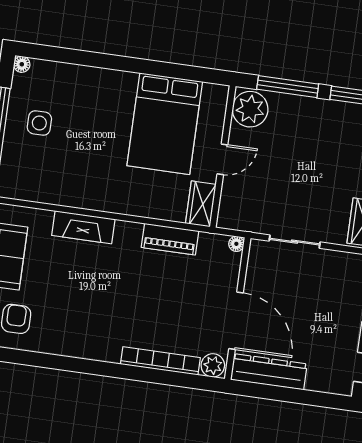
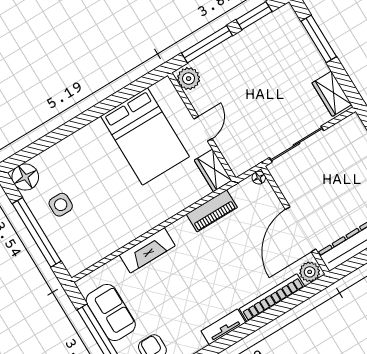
floor lamp: (22, 64) -> (25, 177), width x1.89, depth x1.89
plant: (250, 109) -> (189, 79), width x0.73, depth x0.73
sliding door: (295, 242) -> (297, 144), width x1.37
door: (236, 321) -> (301, 229), swing flipped
tv unit: (95, 351) -> (223, 327), added

